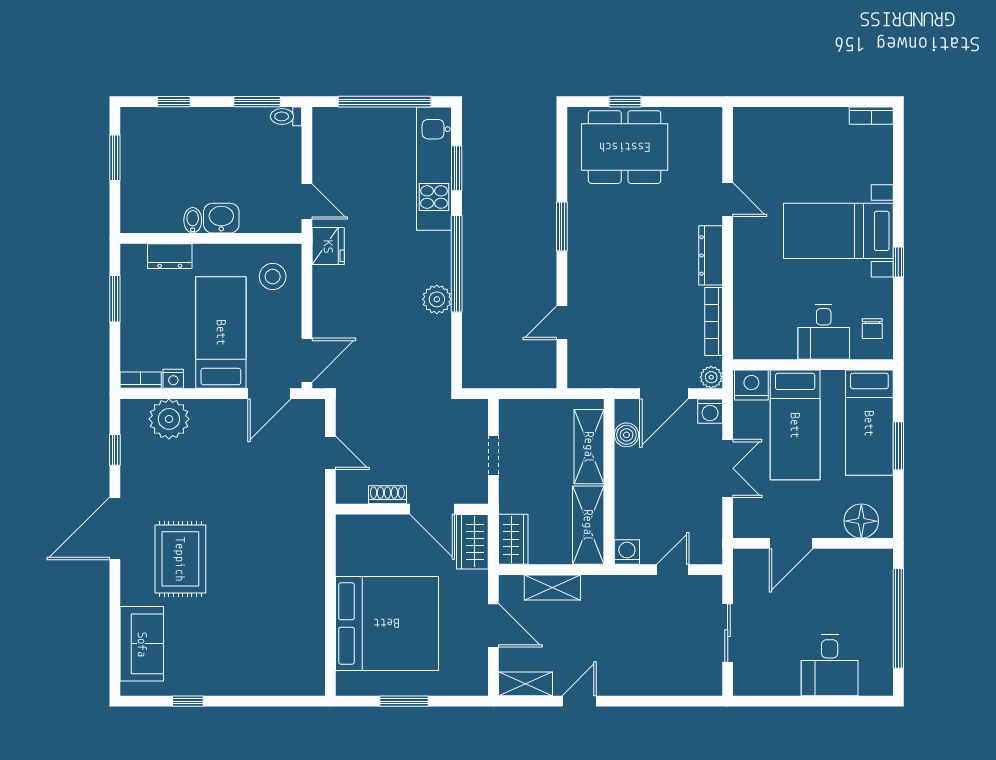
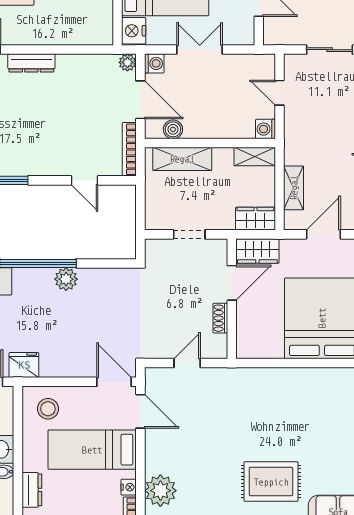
bookcase: (714, 321) -> (129, 149), moved, turned 90
shelving: (588, 525) -> (255, 156), width x0.67, depth x0.75

